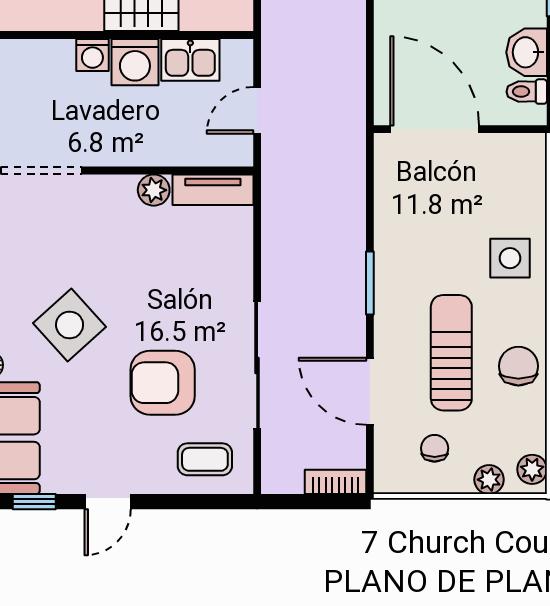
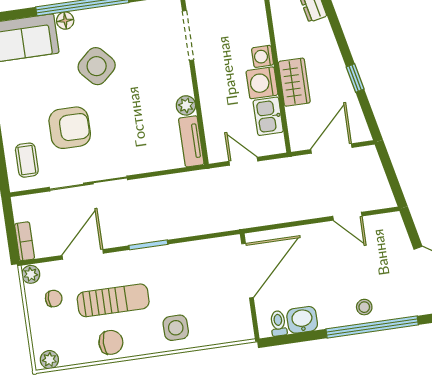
armchair: (163, 383) -> (70, 128), turned 90
plant: (489, 480) -> (31, 274), moved

